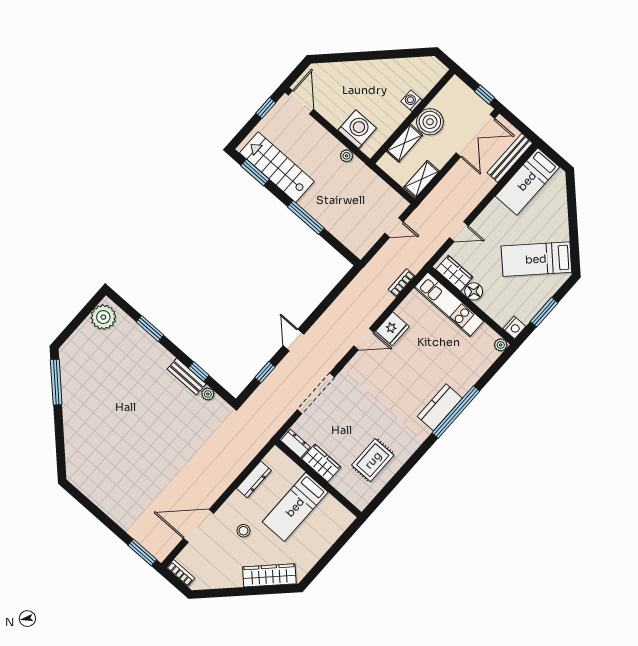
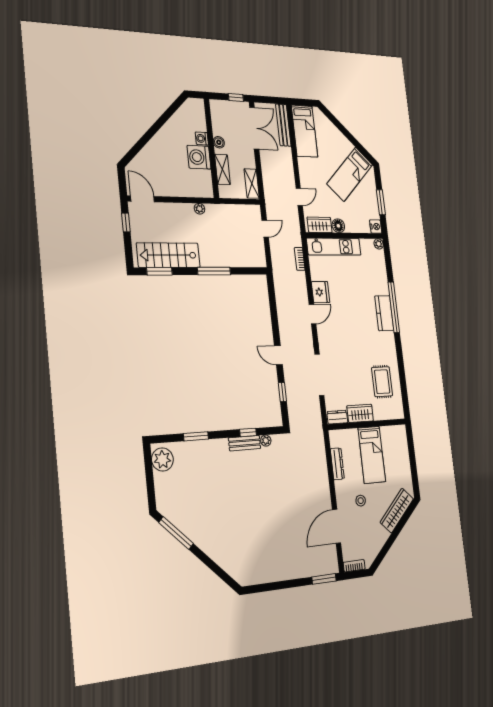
boiler: (430, 122) -> (219, 142), width x0.54, depth x0.54
washing machine: (357, 129) -> (199, 157), moved, turned -90

